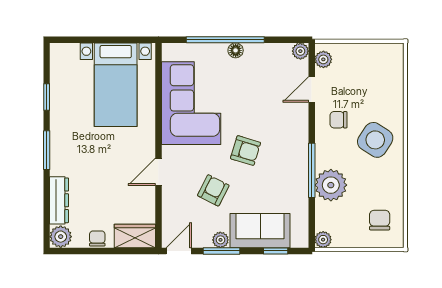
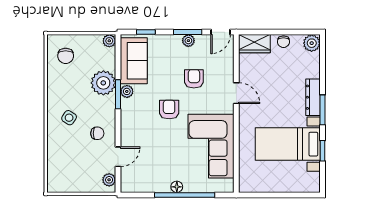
plant: (300, 51) -> (127, 91), moved
bed with nightstands: (116, 85) -> (288, 144), moved, turned -90
side table: (375, 140) -> (69, 118), width x0.54, depth x0.54
armchair: (246, 151) -> (169, 110), turned 73
window: (312, 170) -> (118, 94), width x0.69
door: (158, 172) -> (236, 93), hinge flipped
armchair: (213, 190) -> (194, 79), turned 153
dresser: (59, 200) -> (313, 97), moved
sofa: (260, 231) -> (134, 61), moved, turned -90

